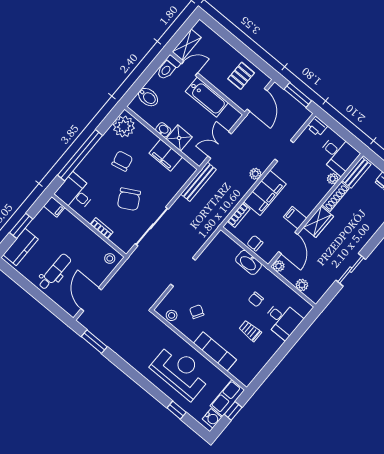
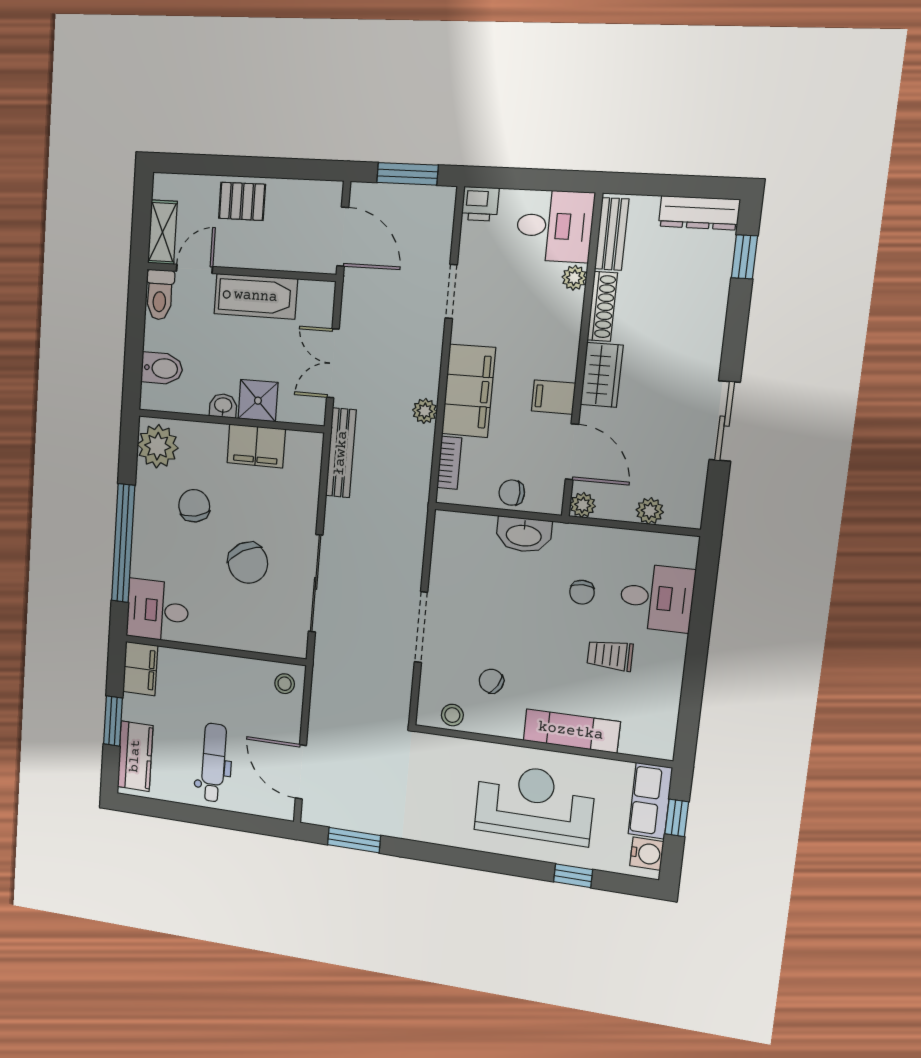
pallet: (241, 76) -> (242, 201), moved, turned 90
plant: (255, 174) -> (425, 411), moved
filing cabinet: (54, 207) -> (140, 669), width x2.00
bookcase: (102, 228) -> (238, 641), removed

